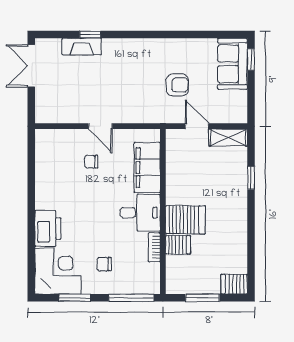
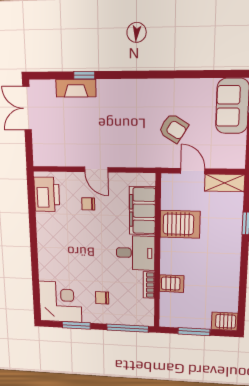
armchair: (177, 85) -> (173, 128), turned 32
server rack: (185, 220) -> (180, 224), moved
printer: (48, 228) -> (47, 194), moved

